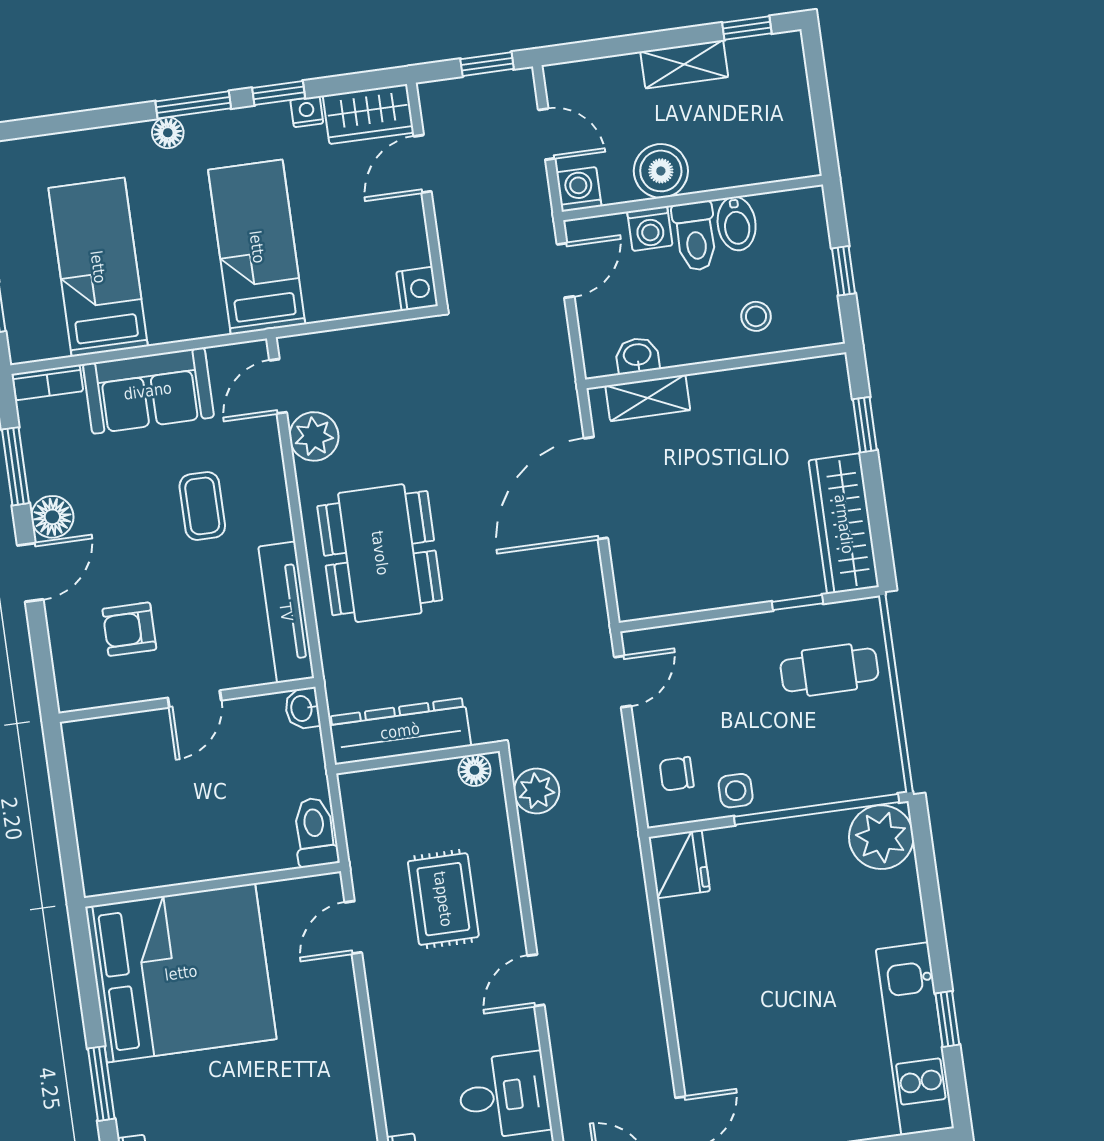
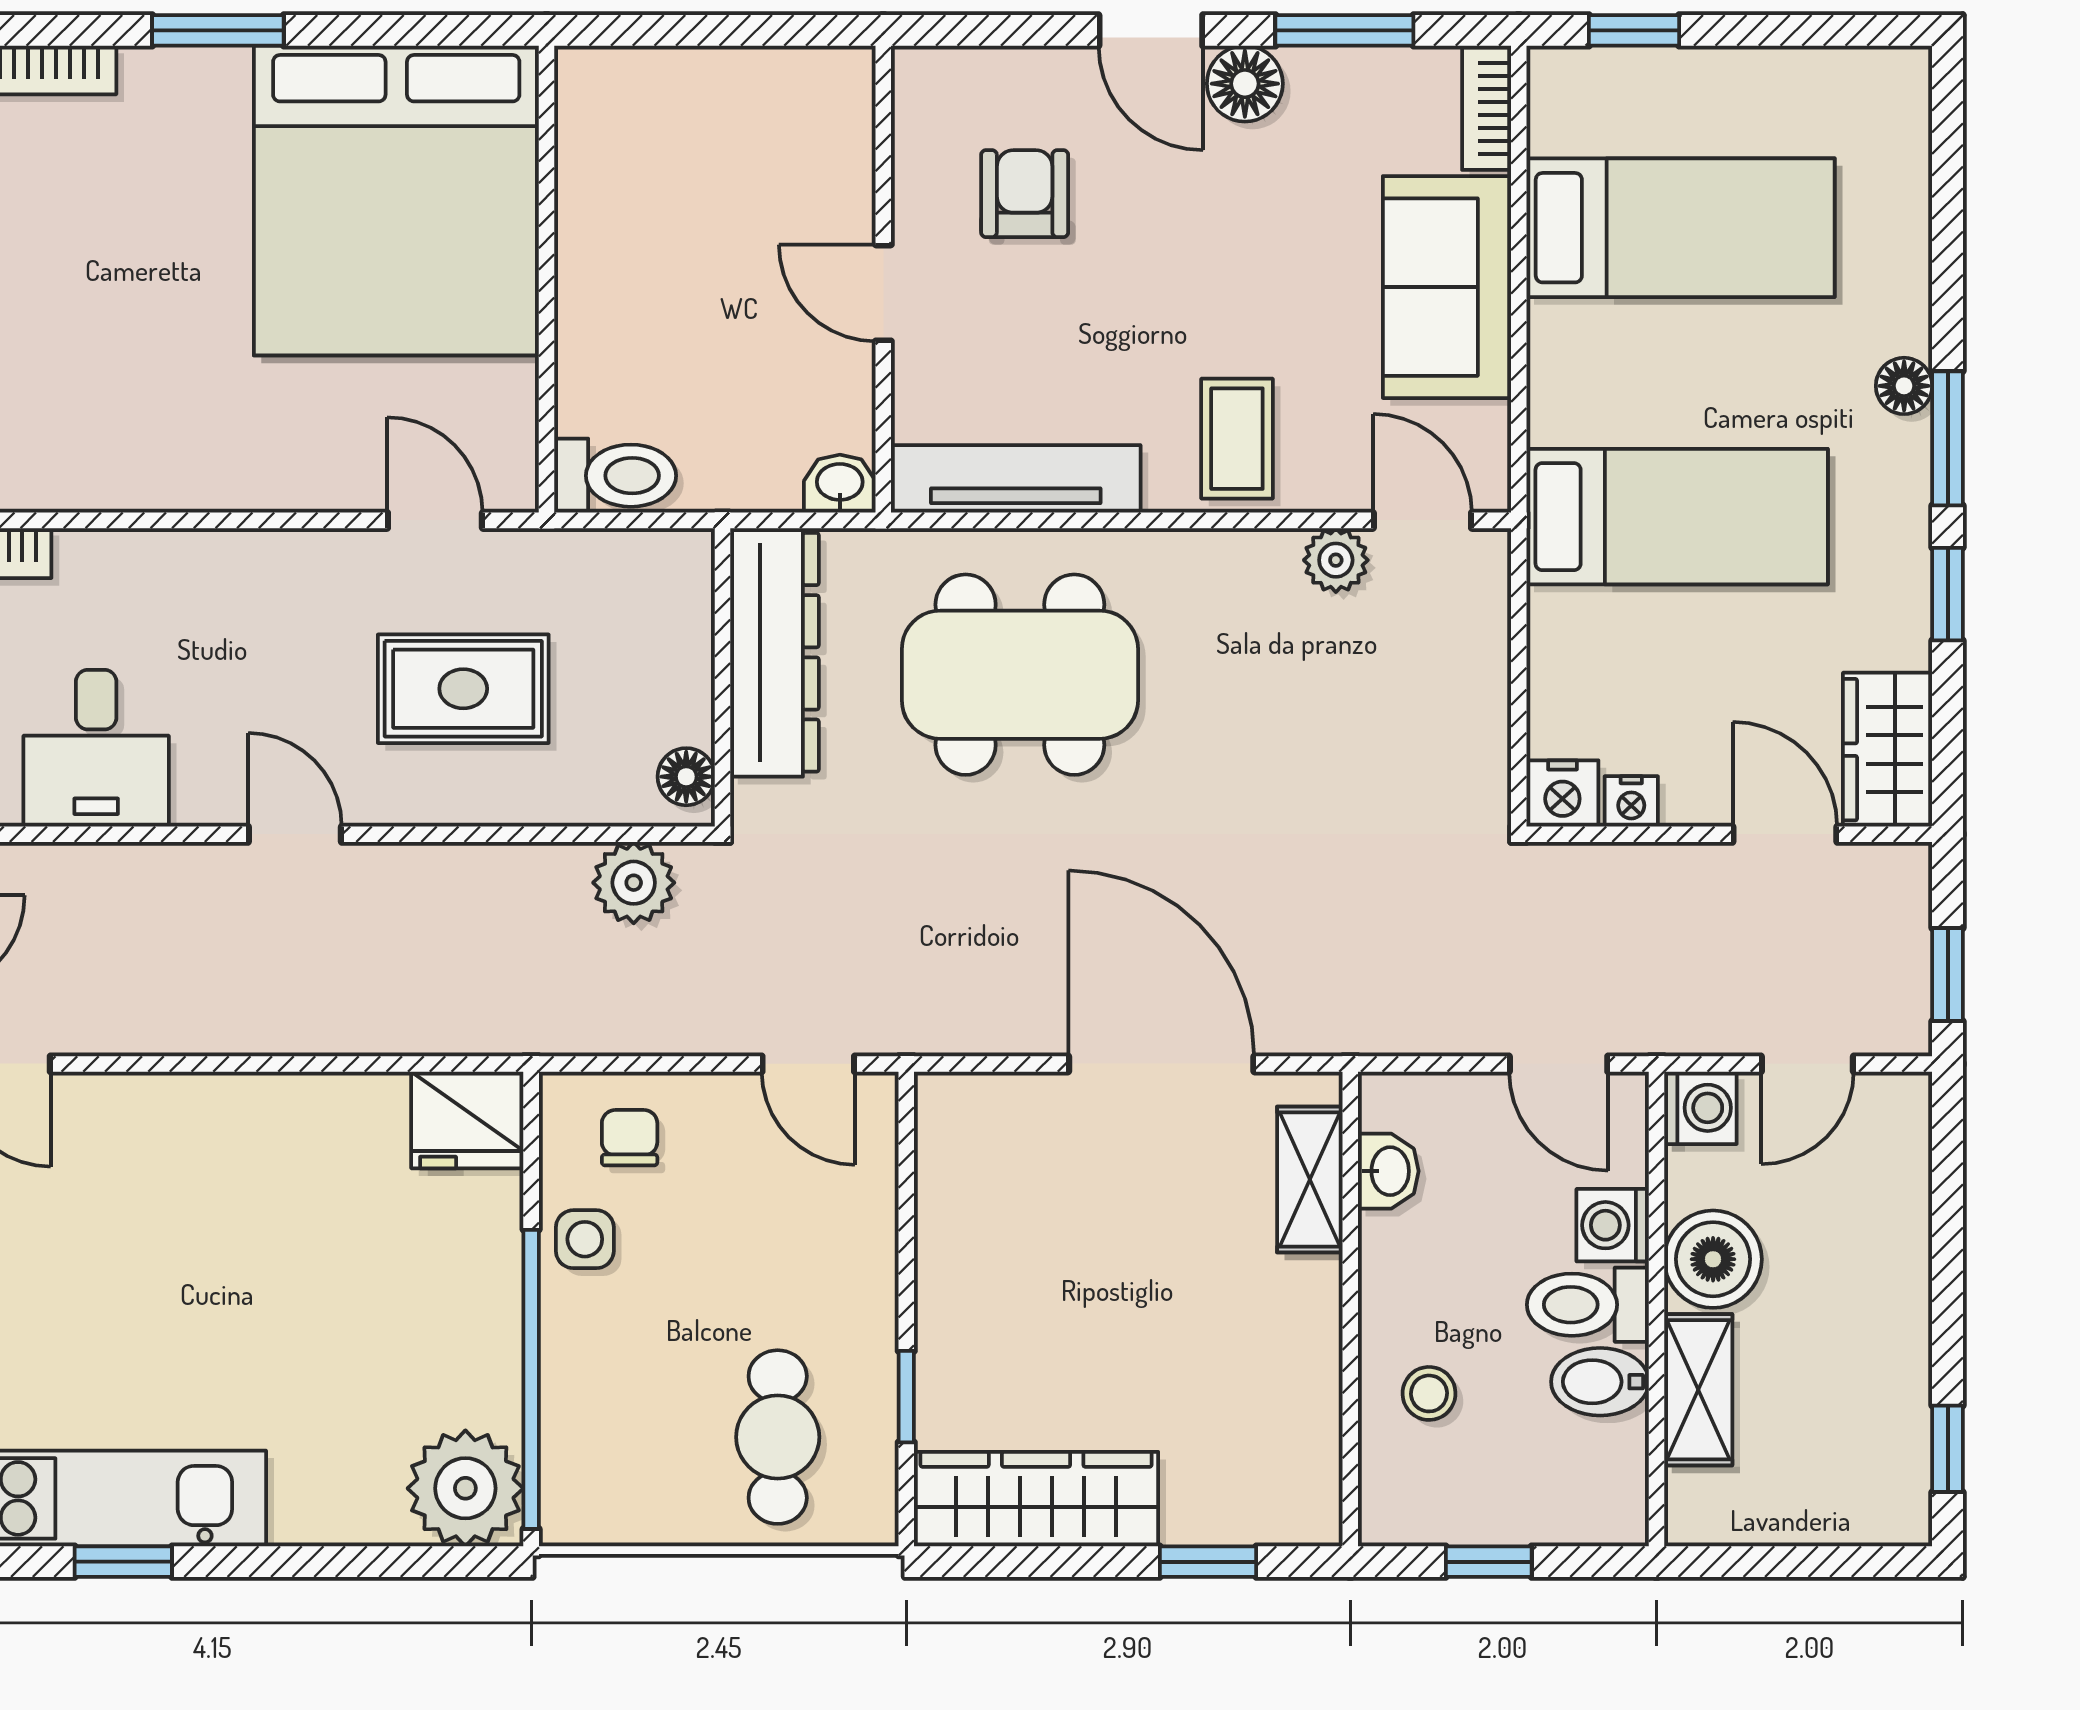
shelving: (684, 64) -> (1698, 1390), moved
nightstand: (307, 112) -> (1631, 801), moved, turned 90
plant: (314, 436) -> (1336, 560), width x0.73, depth x0.73
coffee table: (202, 506) -> (1237, 439), moved, turned 90
dining table: (380, 553) -> (1020, 675), moved

